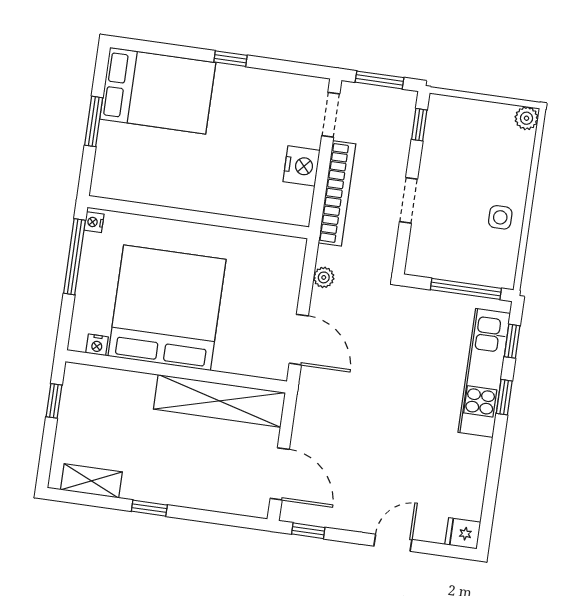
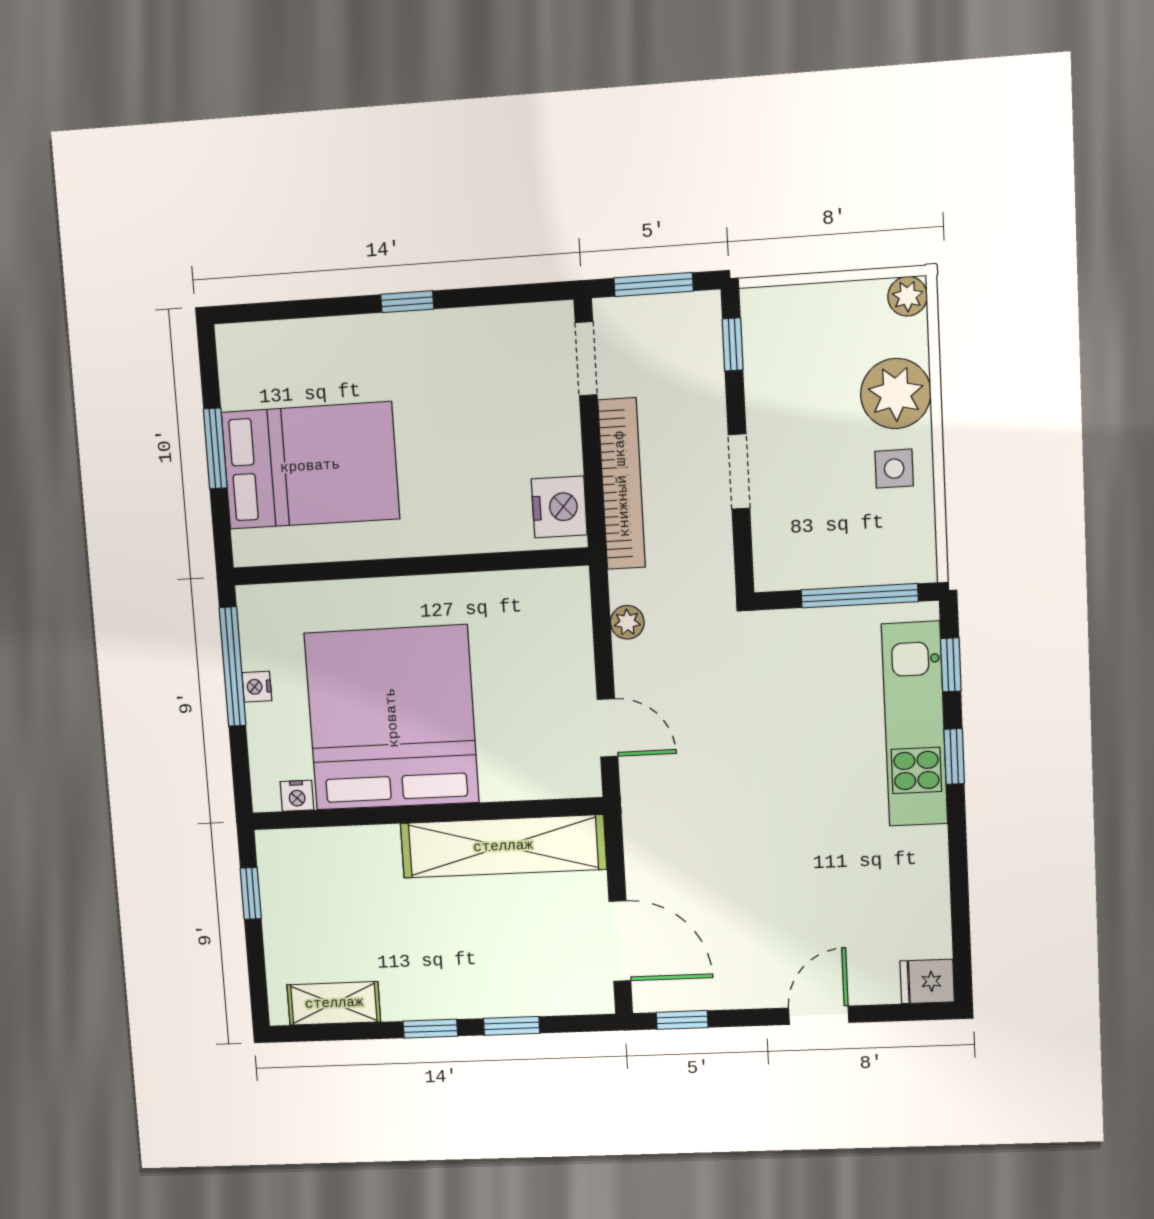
bed: (158, 91) -> (310, 466), moved
nightstand: (301, 166) -> (559, 507), moved
plant: (509, 173) -> (896, 394), added
nightstand: (94, 222) -> (257, 687), moved
door: (299, 340) -> (608, 728), width x0.73
window: (201, 515) -> (512, 1026), added

